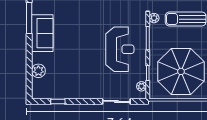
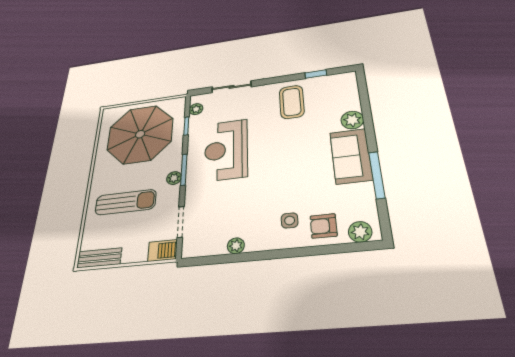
plant: (154, 18) -> (174, 178), moved
plant: (38, 71) -> (352, 120), moved
coffee table: (75, 81) -> (292, 102), added

